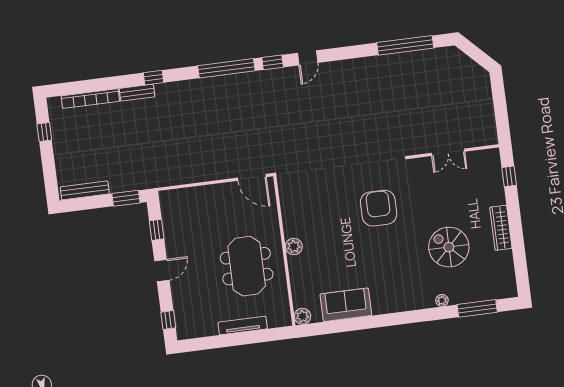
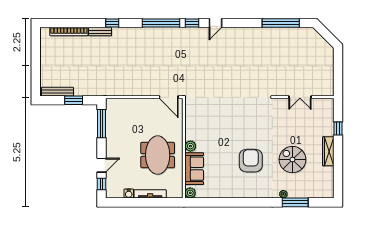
window: (44, 132) -> (36, 50), removed
window: (509, 176) -> (338, 129), moved
window: (126, 198) -> (74, 100), moved
armchair: (379, 208) -> (251, 161), moved
window: (157, 230) -> (101, 124), width x2.17
door: (162, 271) -> (101, 165), moved
sofa: (346, 305) -> (194, 169), moved, turned 90
window: (477, 308) -> (295, 202), moved
water cooler: (211, 329) -> (129, 194), added

